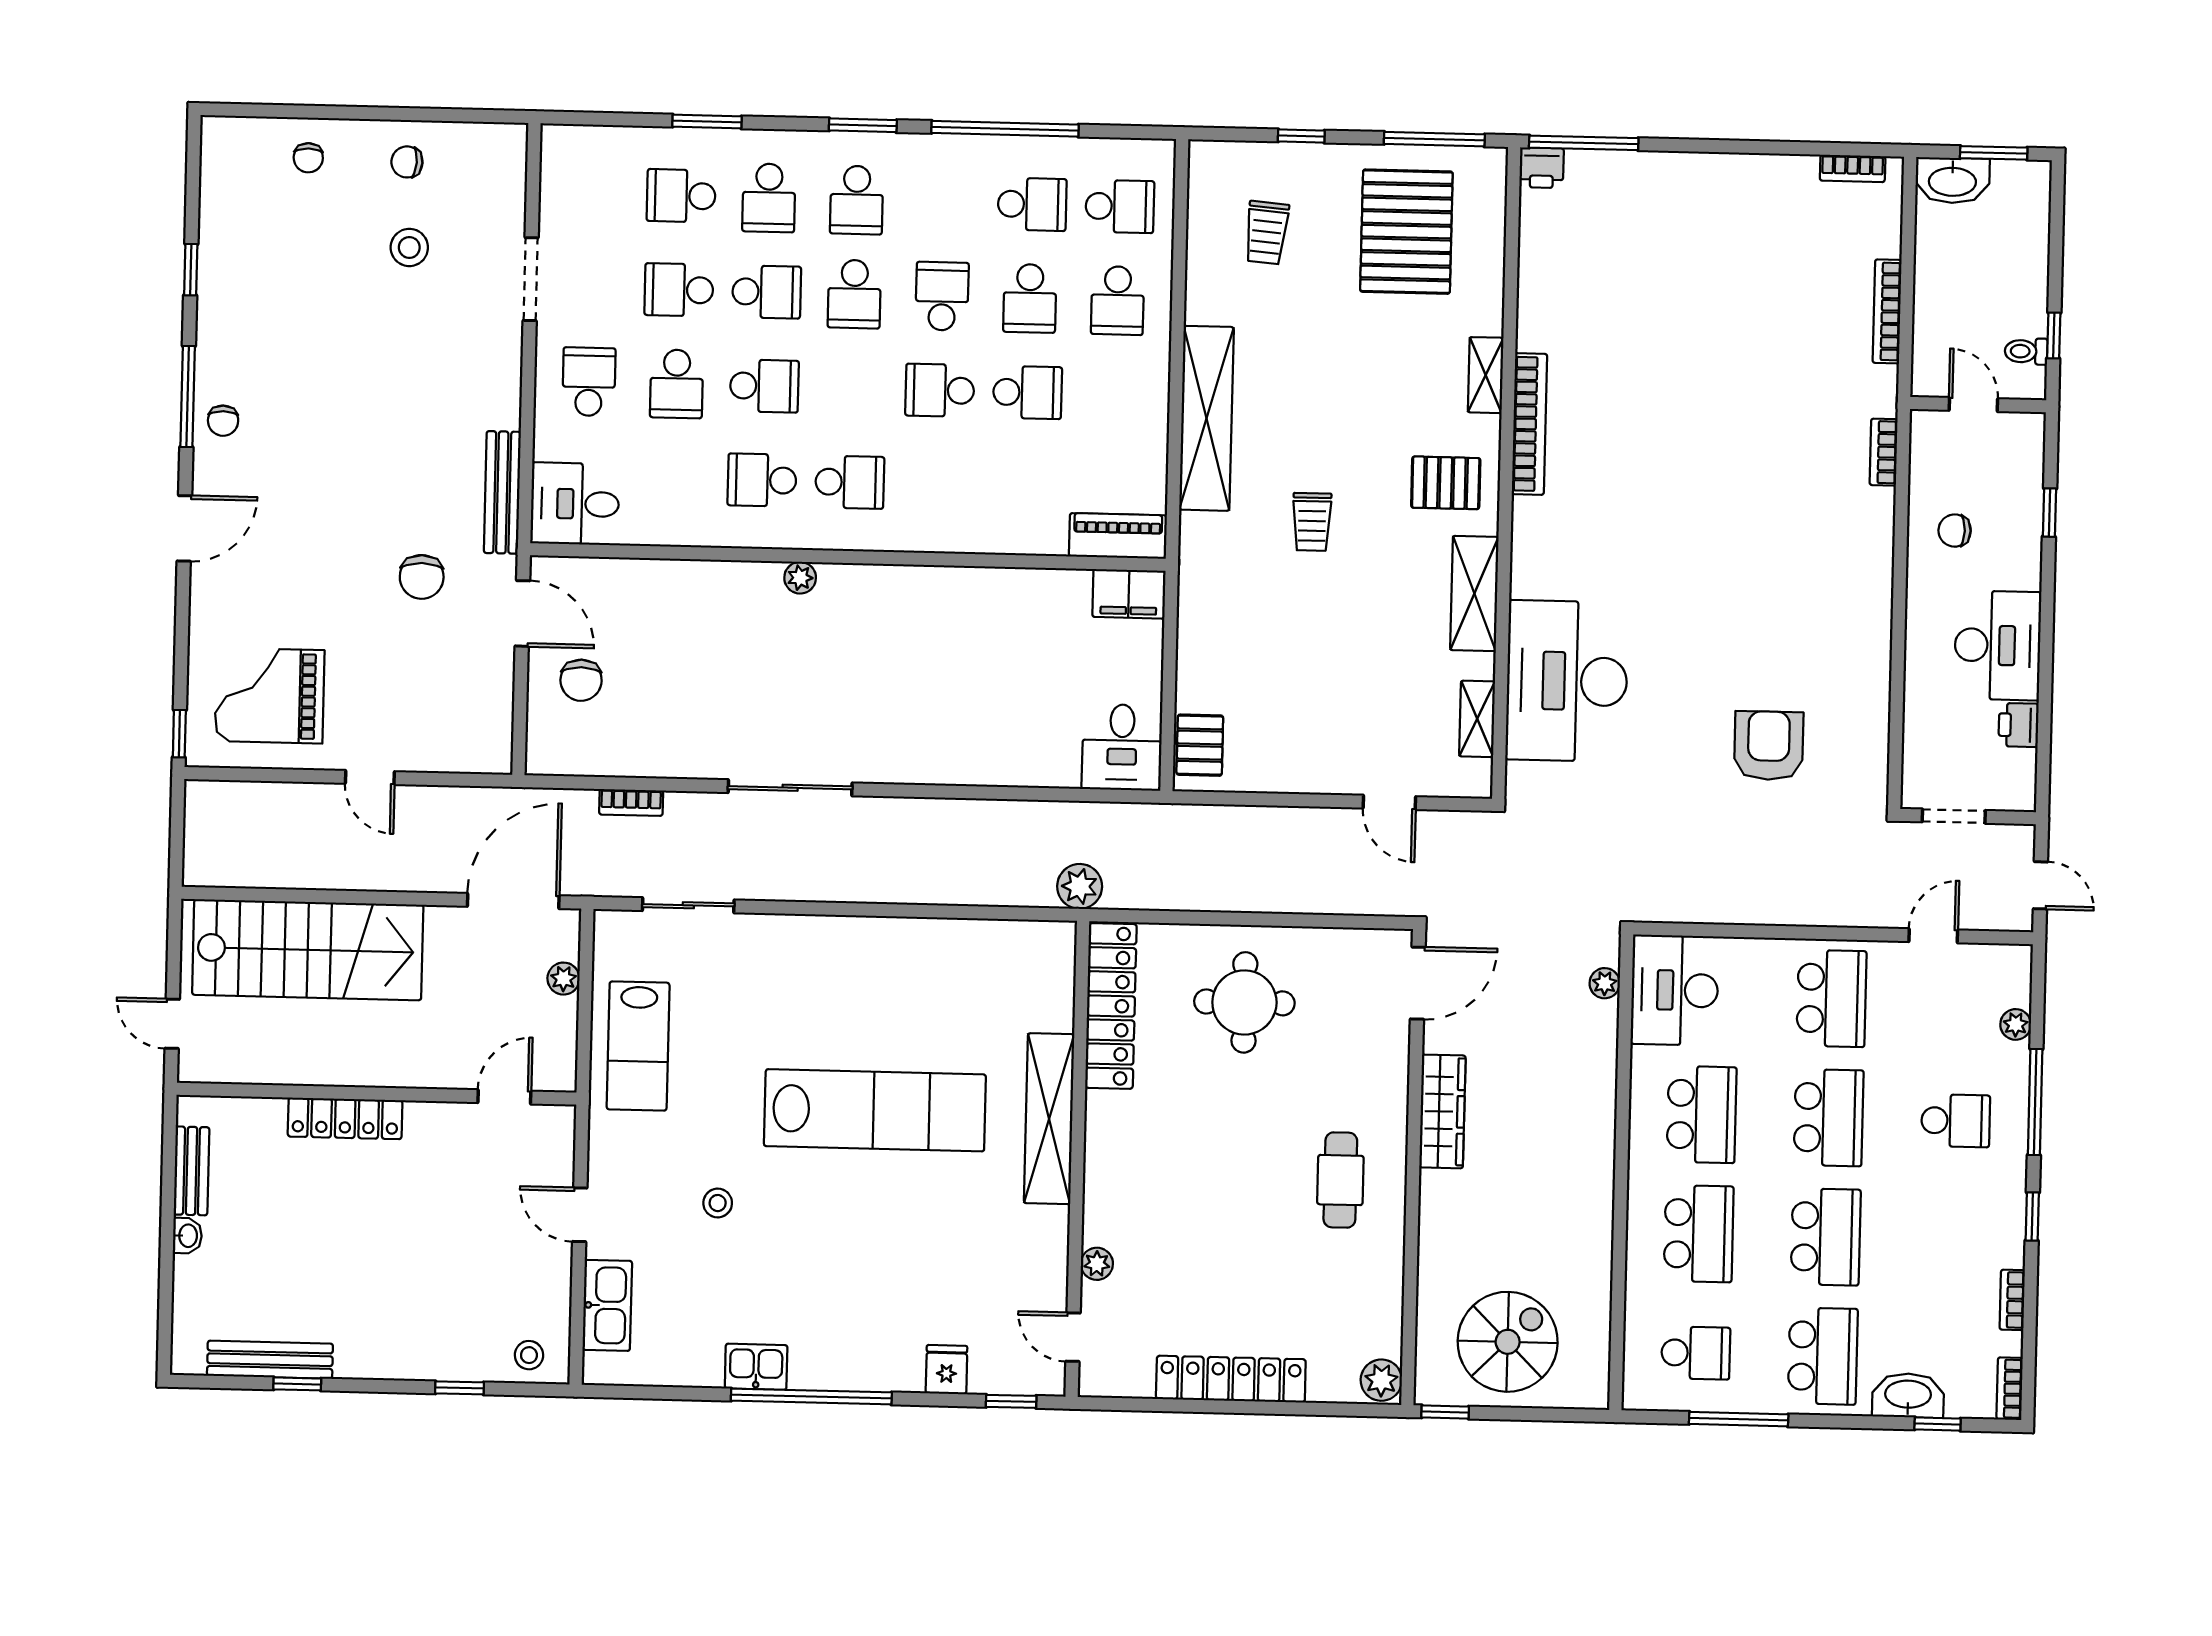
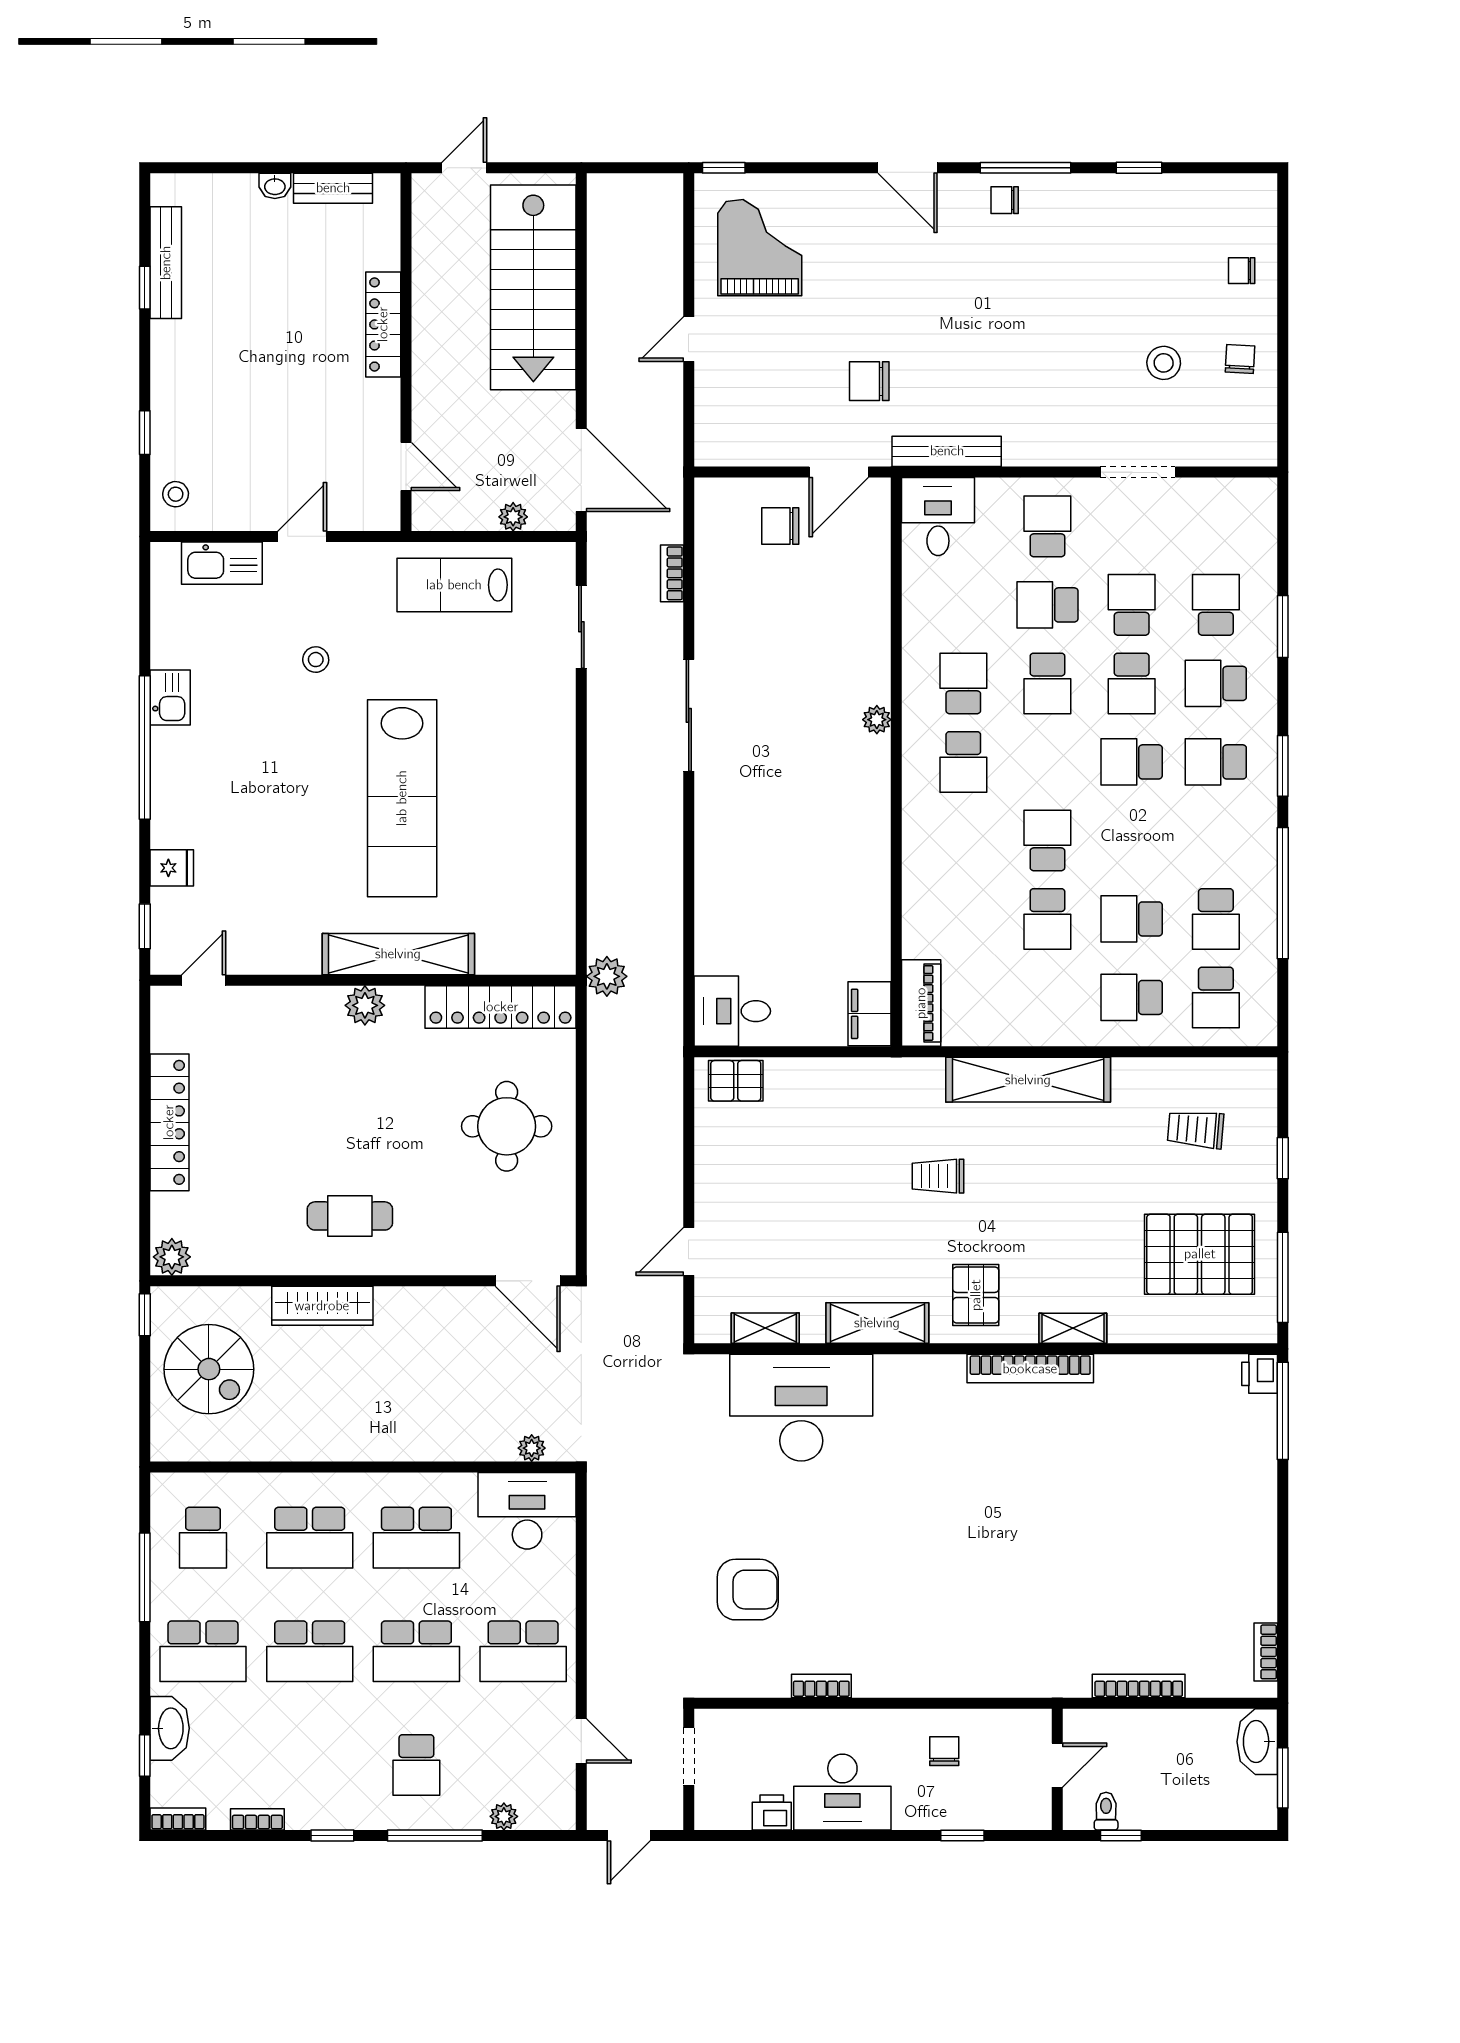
school desk: (942, 296) -> (1132, 840), removed
school desk: (589, 382) -> (1047, 526), turned -90
bookcase: (1884, 452) -> (821, 1686), moved
wardrobe: (1442, 1111) -> (322, 1306), moved
plant: (1097, 1264) -> (365, 1005), moved, width x1.38, depth x1.38

